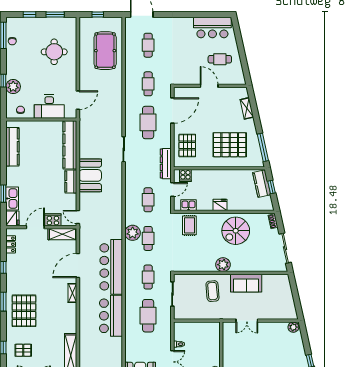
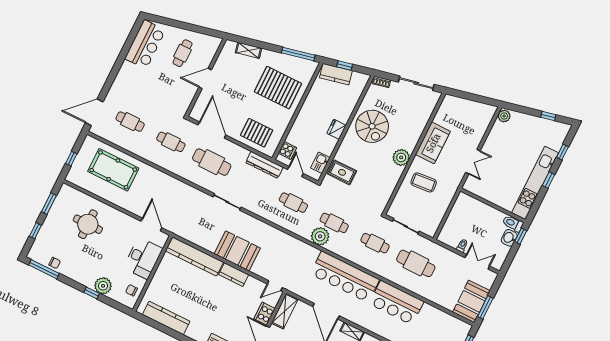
pallet: (230, 145) -> (278, 88), turned 90

